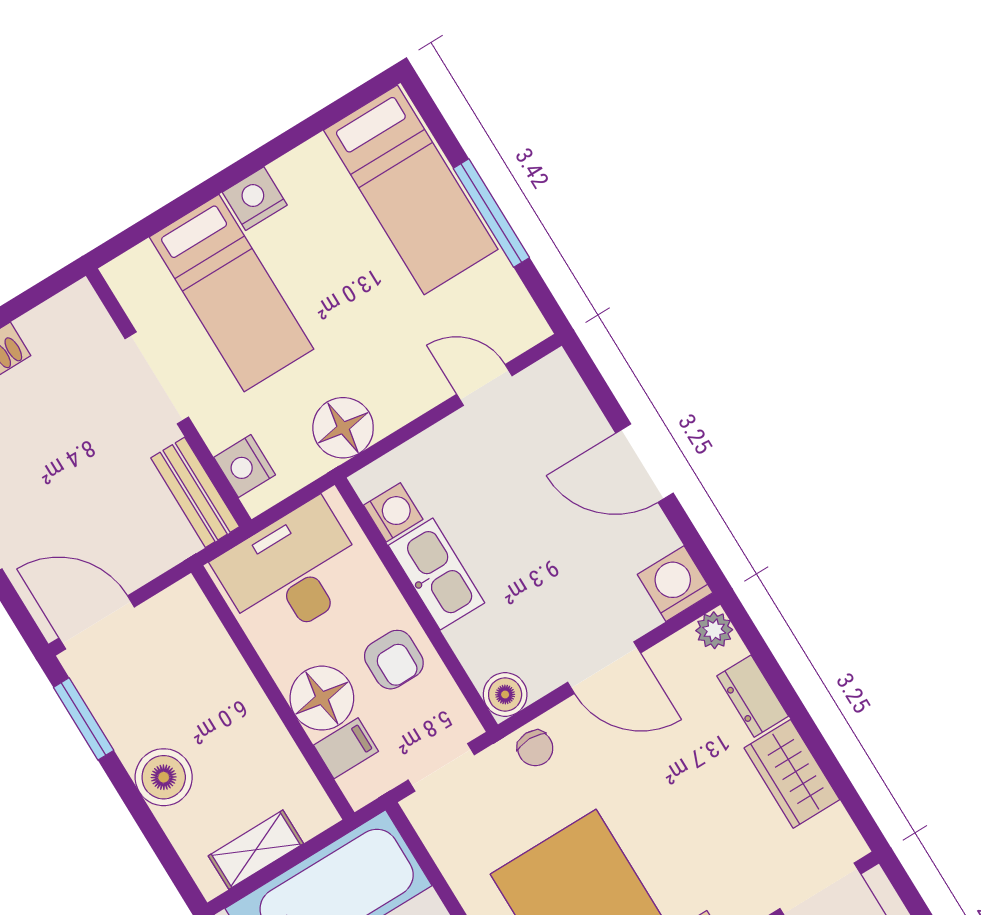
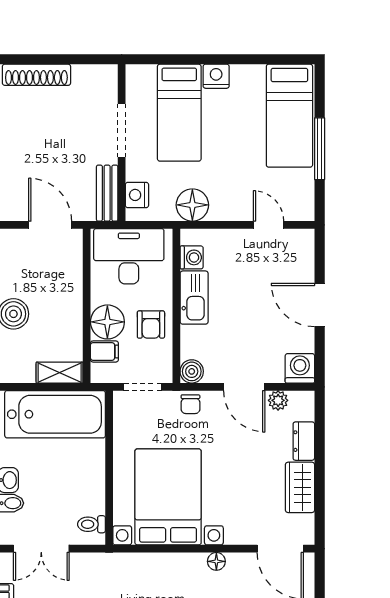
door: (97, 622) -> (50, 225), moved
plant: (714, 630) -> (278, 400), moved
shelving: (256, 850) -> (60, 373), moved

